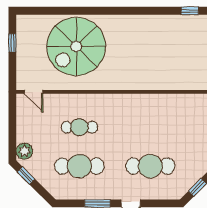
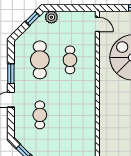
door: (34, 92) -> (97, 24), swing flipped
cafe table: (150, 166) -> (40, 115), width x0.73, depth x0.74

